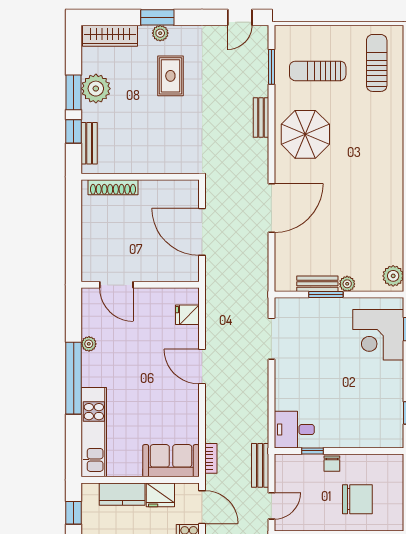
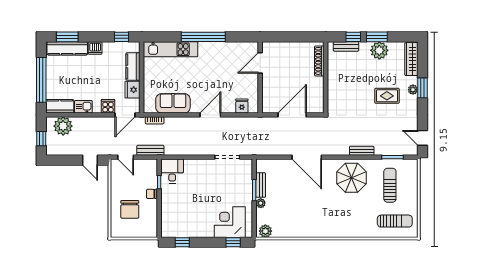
plant: (89, 344) -> (224, 46), removed
sofa: (171, 461) -> (173, 103), moved, turned -90

